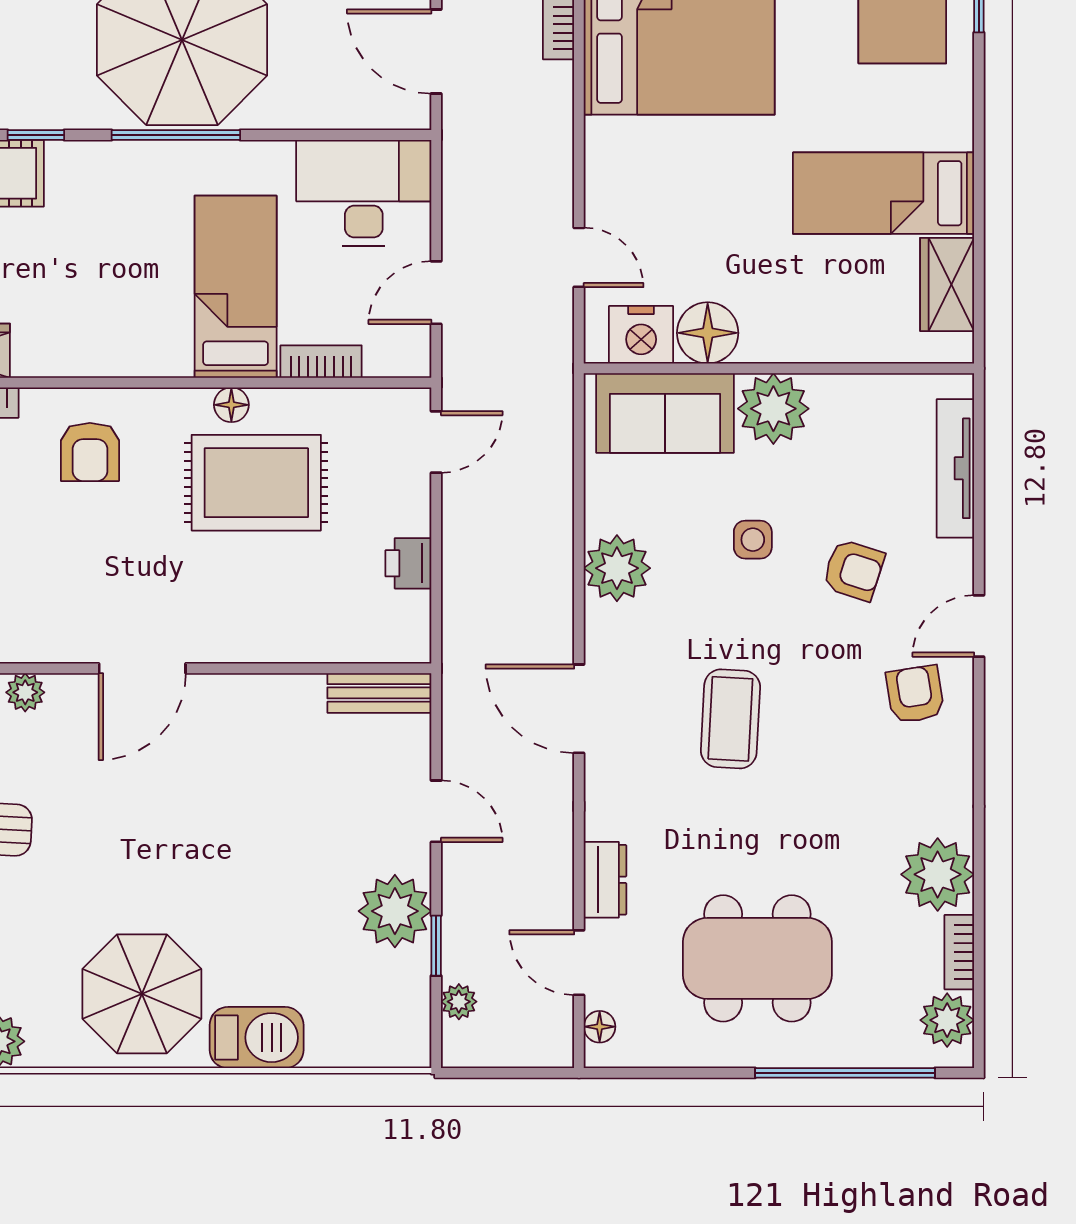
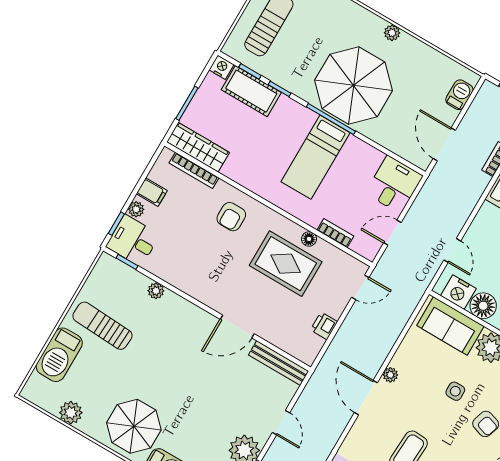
desk: (364, 193) -> (394, 184), width x0.73
bed: (236, 287) -> (316, 157), moved, turned 180
floor lamp: (231, 405) -> (309, 239), moved
plant: (617, 568) -> (390, 375), width x0.53, depth x0.53
door: (142, 668) -> (237, 327), moved
bench: (379, 693) -> (279, 363), width x1.36
door: (579, 709) -> (366, 398), moved

